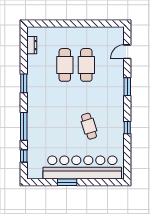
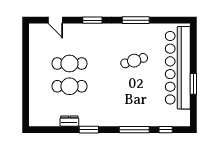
dresser: (32, 45) -> (69, 121), moved
window: (127, 128) -> (136, 20), width x2.17

